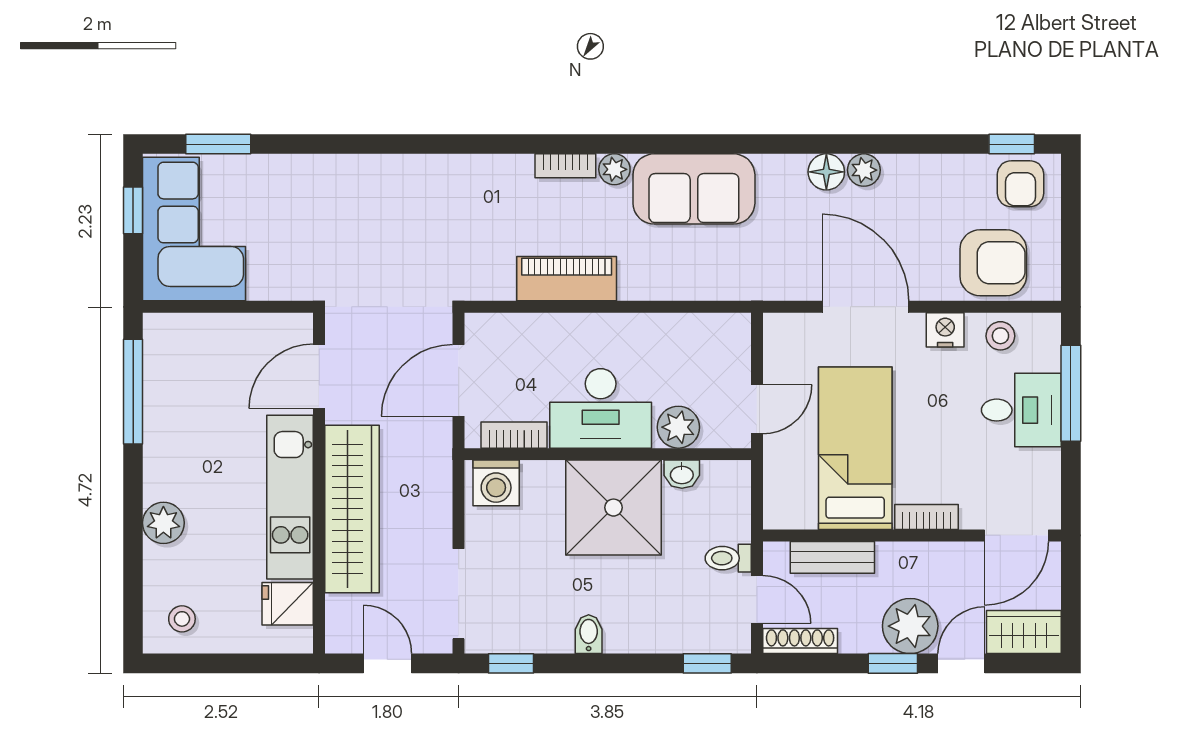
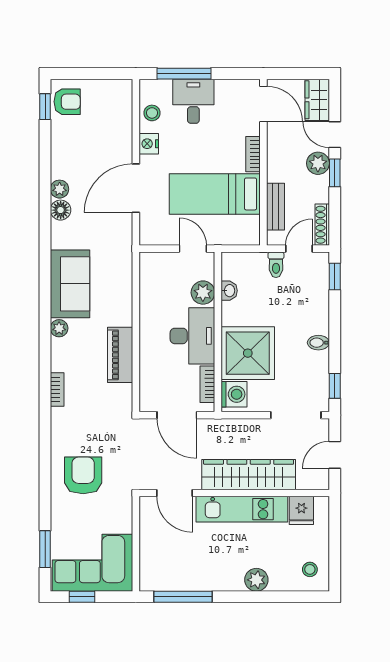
bookcase: (565, 166) -> (57, 390), moved
armchair: (993, 263) -> (83, 475), moved
shower: (613, 508) -> (248, 353), moved
plant: (910, 626) -> (318, 163), width x0.73, depth x0.73

